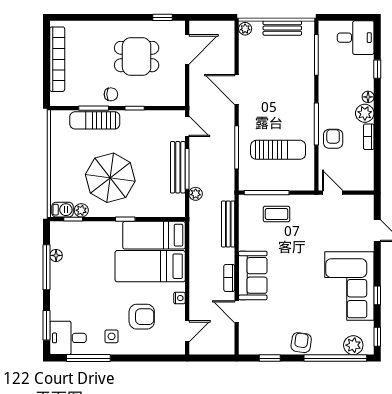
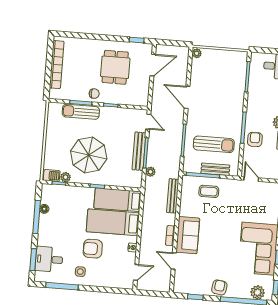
bench: (282, 28) -> (215, 169), moved
dining table: (137, 57) -> (115, 67), turned 90
armchair: (142, 317) -> (93, 249), moved, turned 180
desk: (68, 338) -> (49, 259), moved

